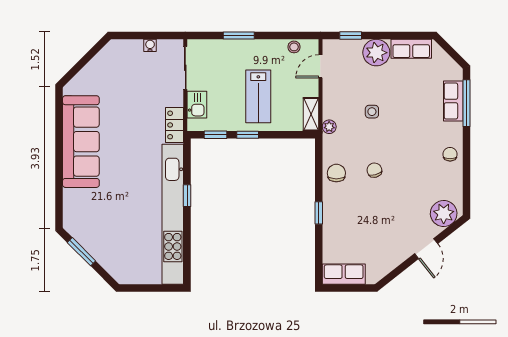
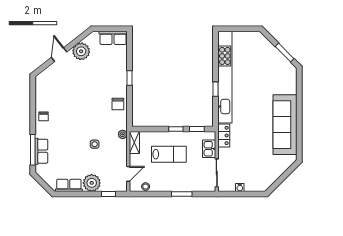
lab bench: (258, 96) -> (169, 154), turned 90
chair: (374, 170) -> (93, 106), removed
plant: (444, 214) -> (81, 51), moved

